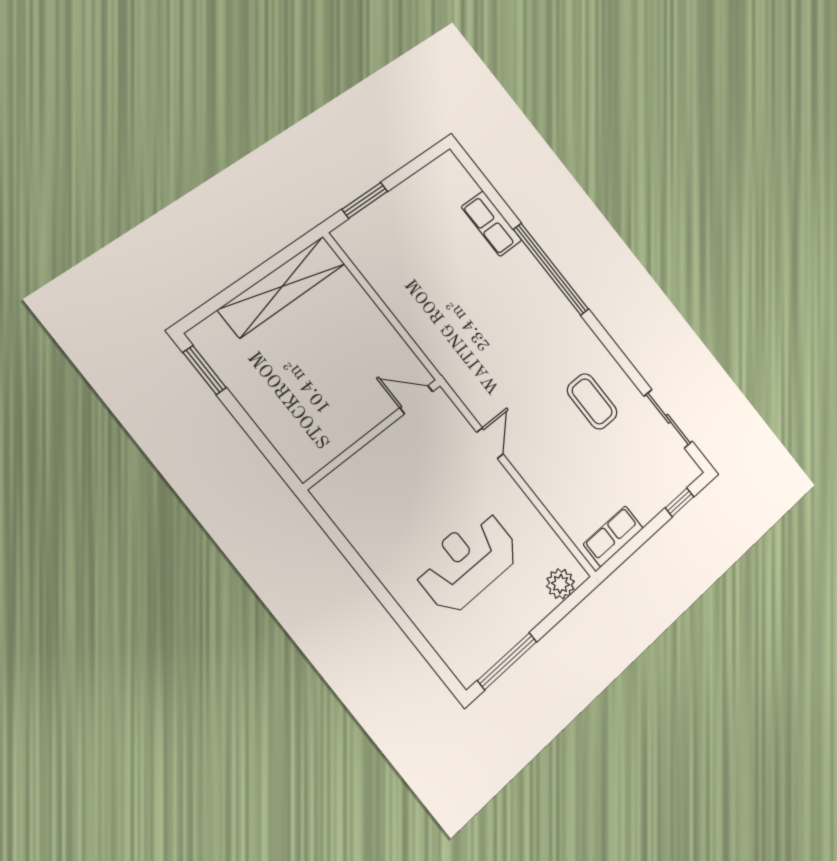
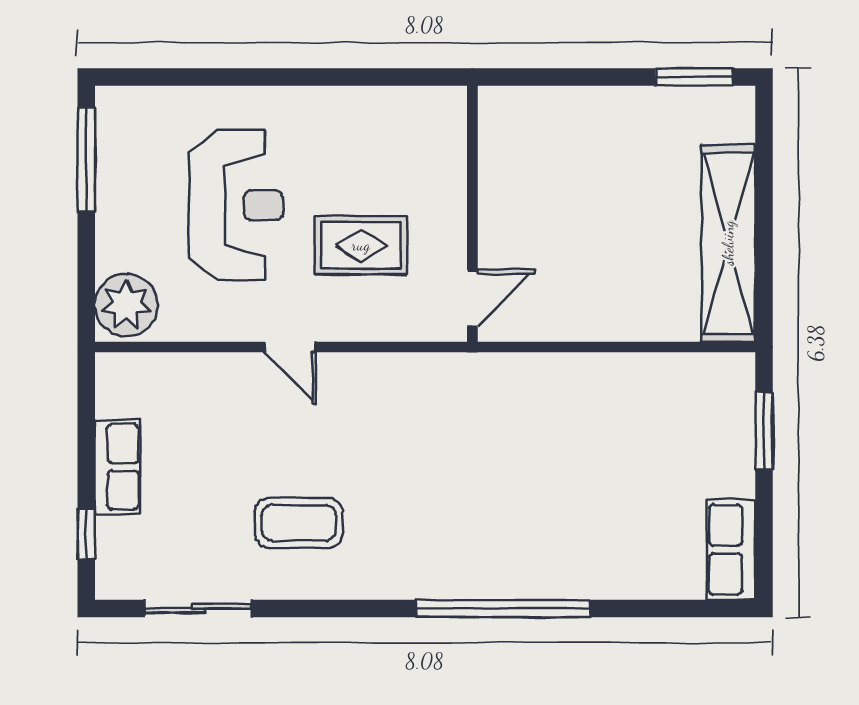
row of seats: (492, 224) -> (731, 550), moved, turned -90
door: (490, 443) -> (290, 347), moved
rug: (436, 479) -> (361, 245), added
row of seats: (613, 536) -> (117, 467), moved
plant: (560, 584) -> (126, 305), width x1.36, depth x1.36

